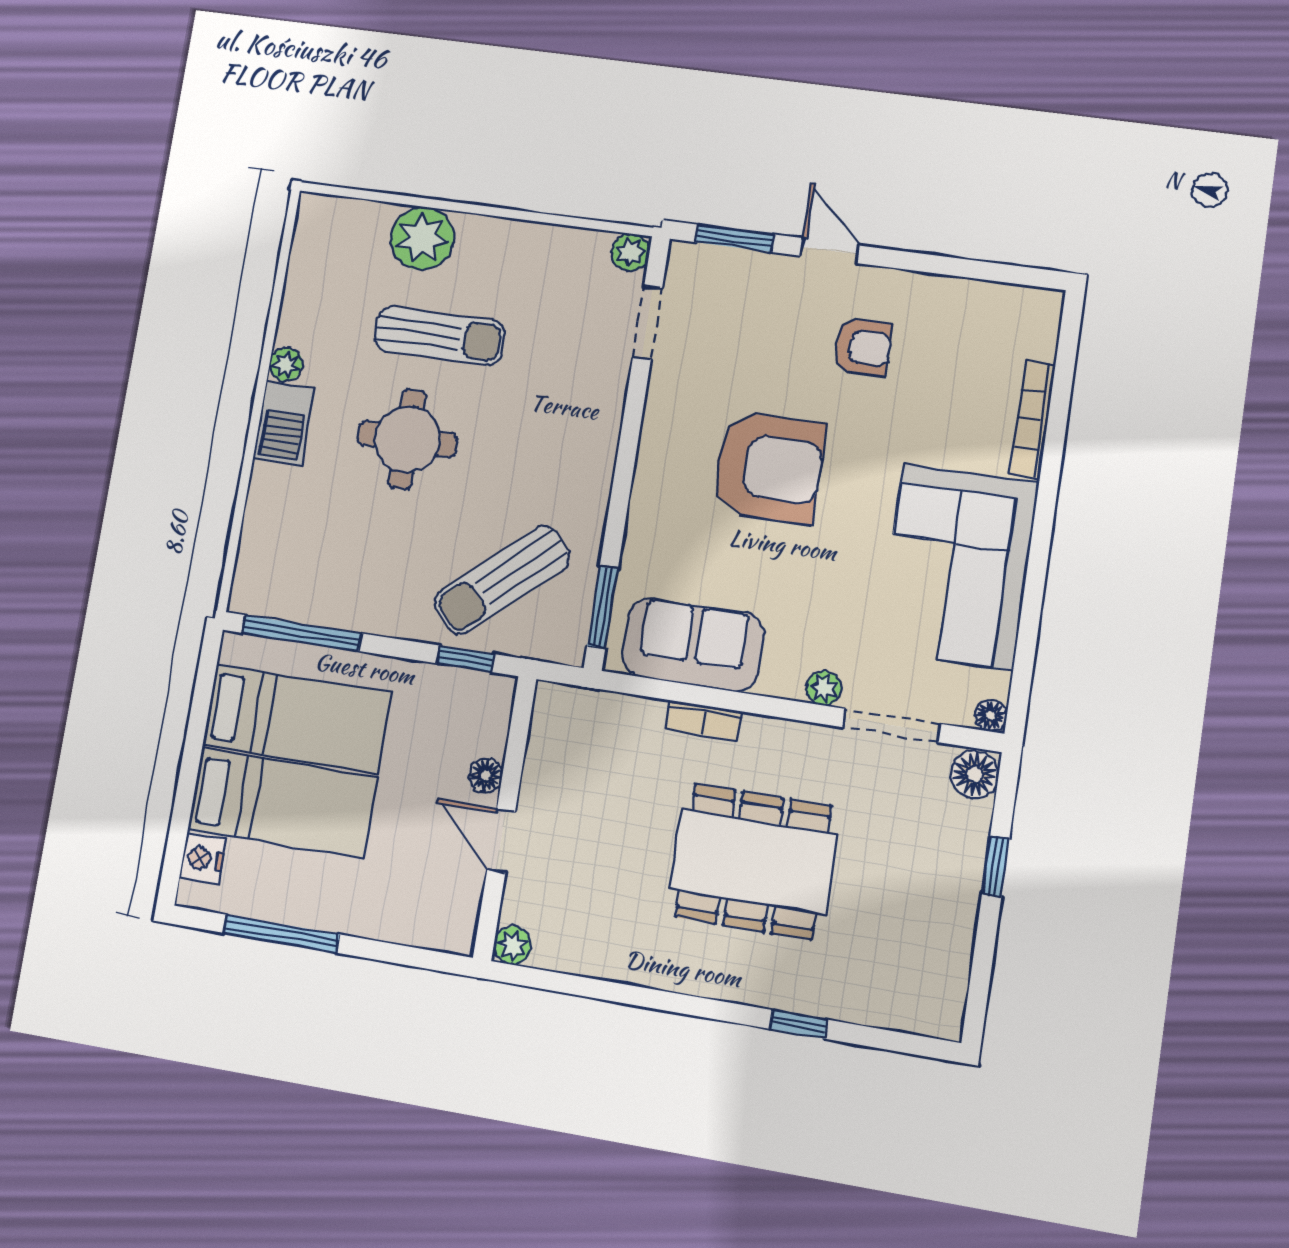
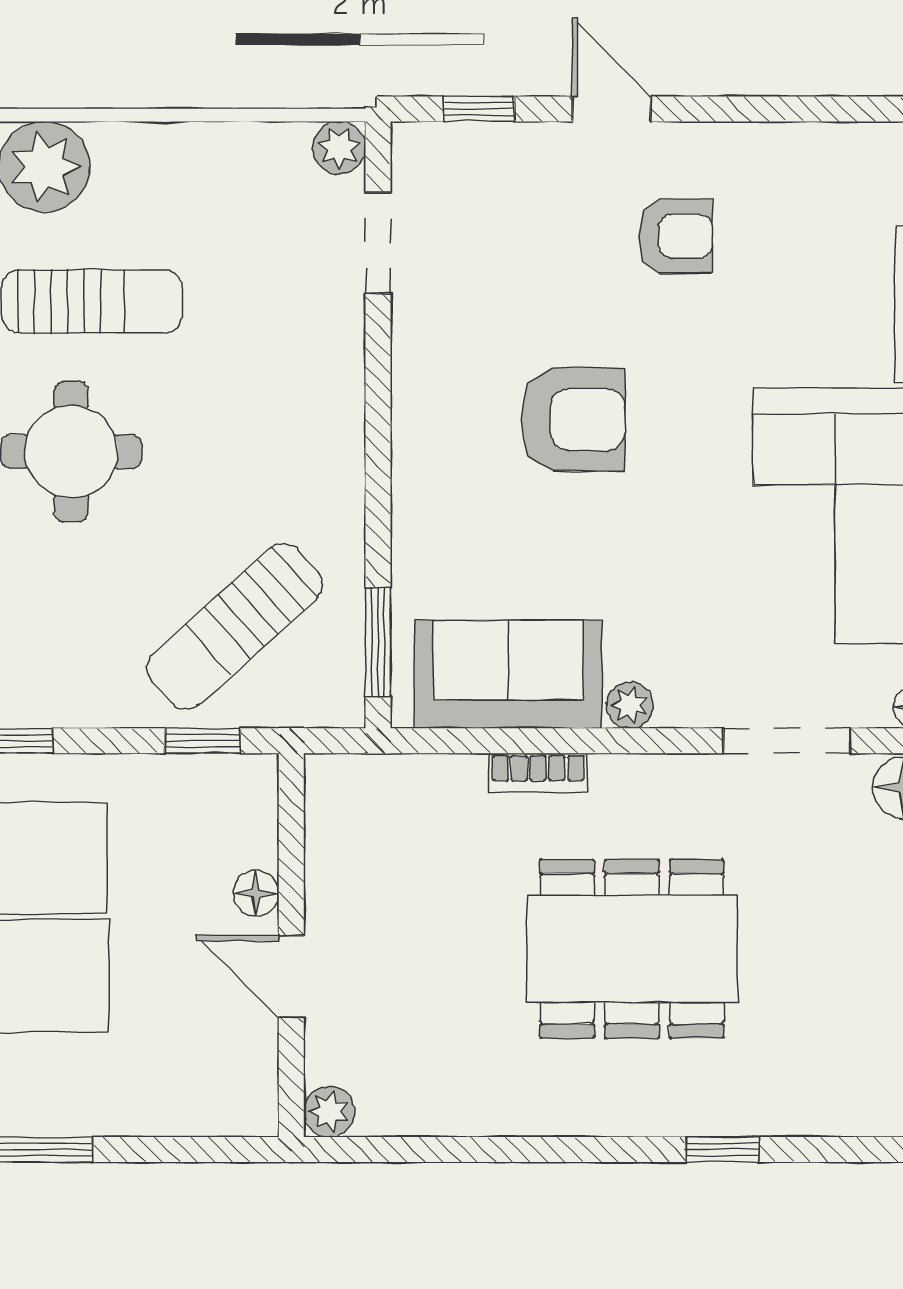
window: (734, 238) -> (479, 109), width x0.67
armchair: (768, 468) -> (573, 419), width x0.73, depth x0.73
plant: (824, 688) -> (630, 705), moved

